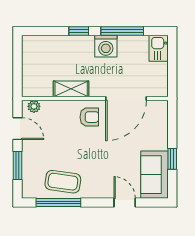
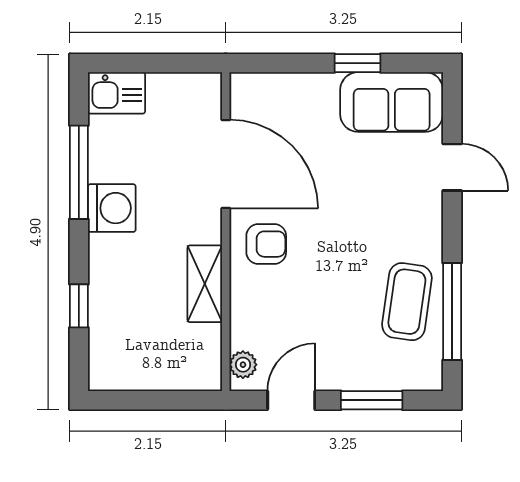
window: (79, 31) -> (79, 306), moved
armchair: (89, 117) -> (266, 244), turned 90
door: (125, 202) -> (452, 167), swing flipped

